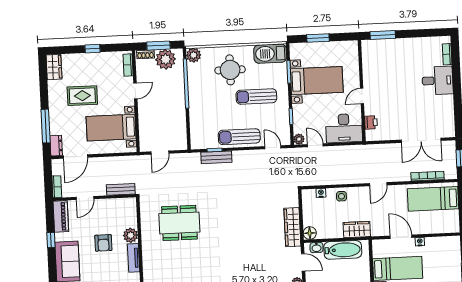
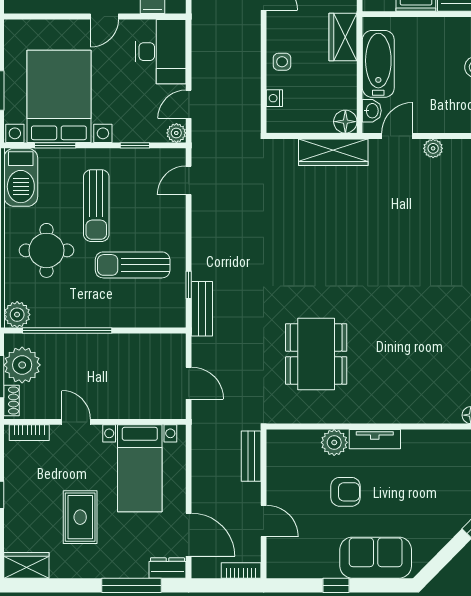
bed with nightstands: (317, 81) -> (59, 96), width x1.36
door: (362, 96) -> (104, 16), hinge flipped
sun lounger: (239, 137) -> (133, 265), moved, turned 90
bench: (216, 157) -> (202, 309), moved
piano: (61, 216) -> (294, 566), removed

